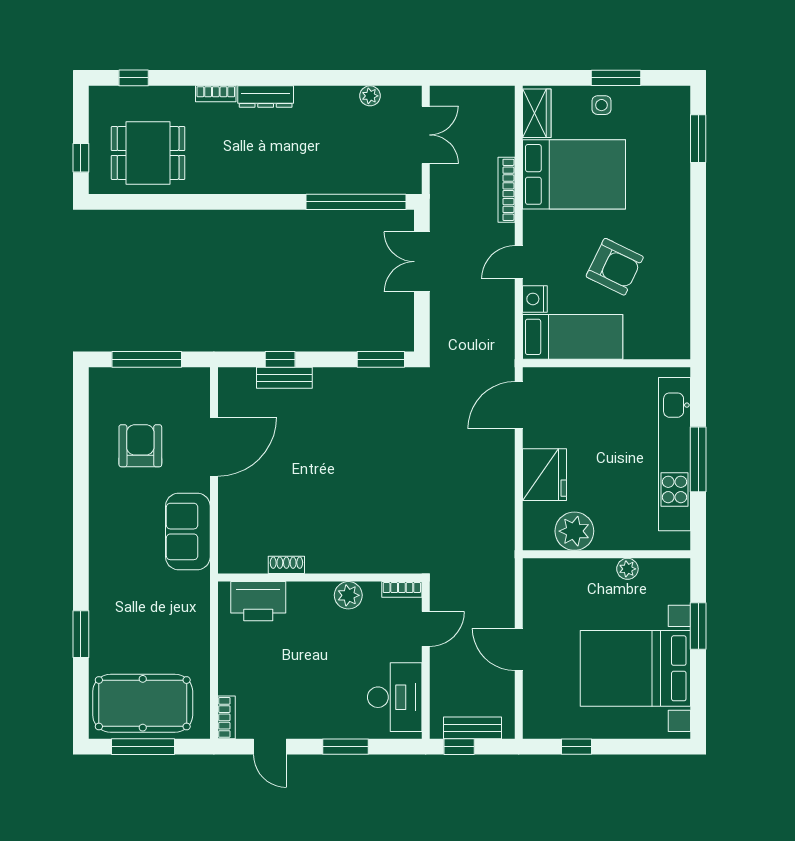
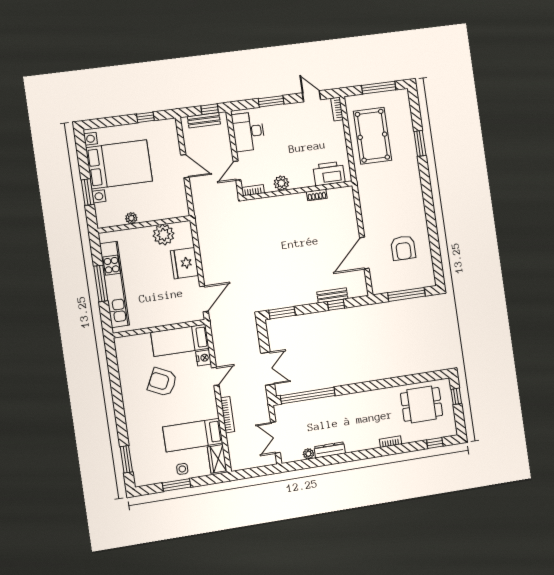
dresser: (266, 97) -> (330, 450), moved
bed: (574, 174) -> (193, 435), width x0.67
sofa: (188, 531) -> (372, 206), removed
pool table: (143, 703) -> (372, 136), moved, turned 90

